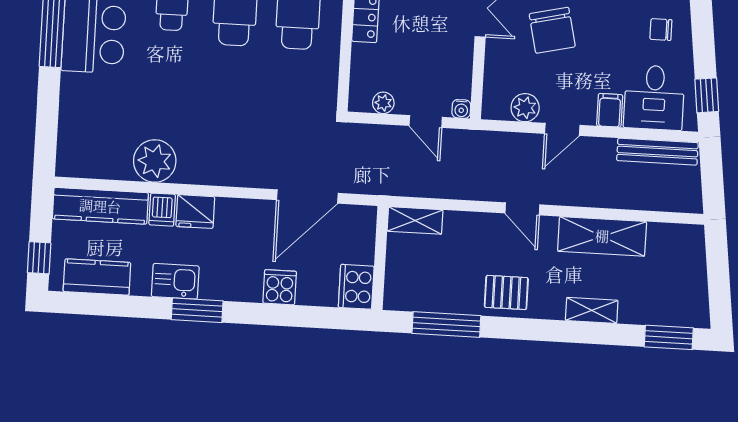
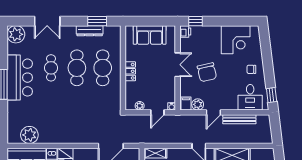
filing cabinet: (610, 110) -> (186, 104), moved
door: (426, 121) -> (157, 112), hinge flipped
bench: (657, 152) -> (239, 119), moved
plant: (155, 161) -> (29, 135), moved

